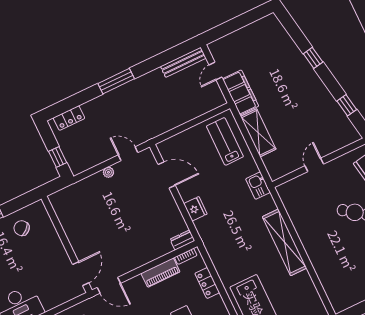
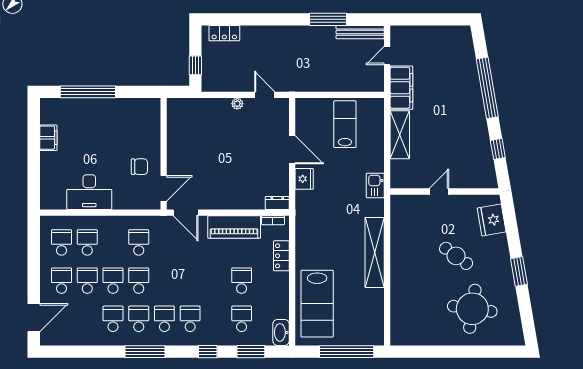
window: (313, 58) -> (487, 88), width x3.17
window: (116, 81) -> (328, 19), moved
lab bench: (225, 141) -> (345, 124), moved
door: (167, 175) -> (292, 150), moved
chair: (22, 228) -> (139, 167), moved, turned 131
piano: (160, 273) -> (234, 227), width x1.37, depth x1.33

